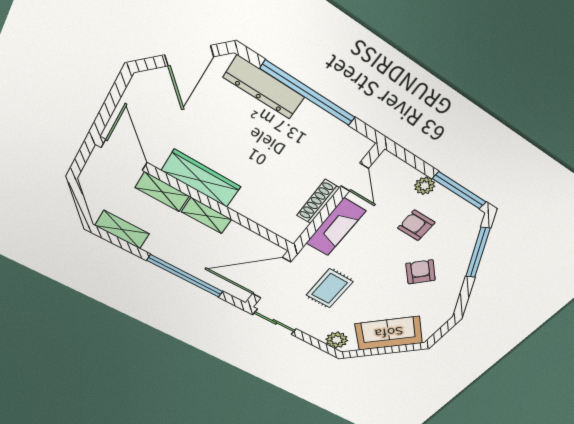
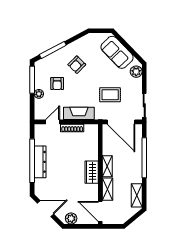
dresser: (264, 87) -> (40, 162), moved
plant: (138, 94) -> (71, 218), added
door: (124, 155) -> (100, 211), hinge flipped
wardrobe: (201, 179) -> (92, 172), width x0.67

